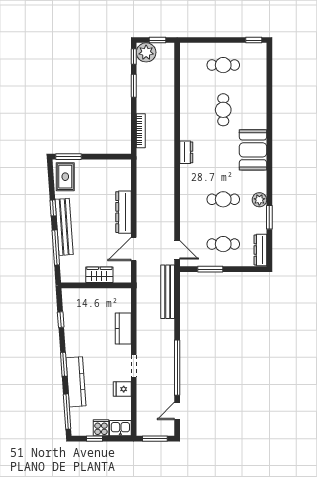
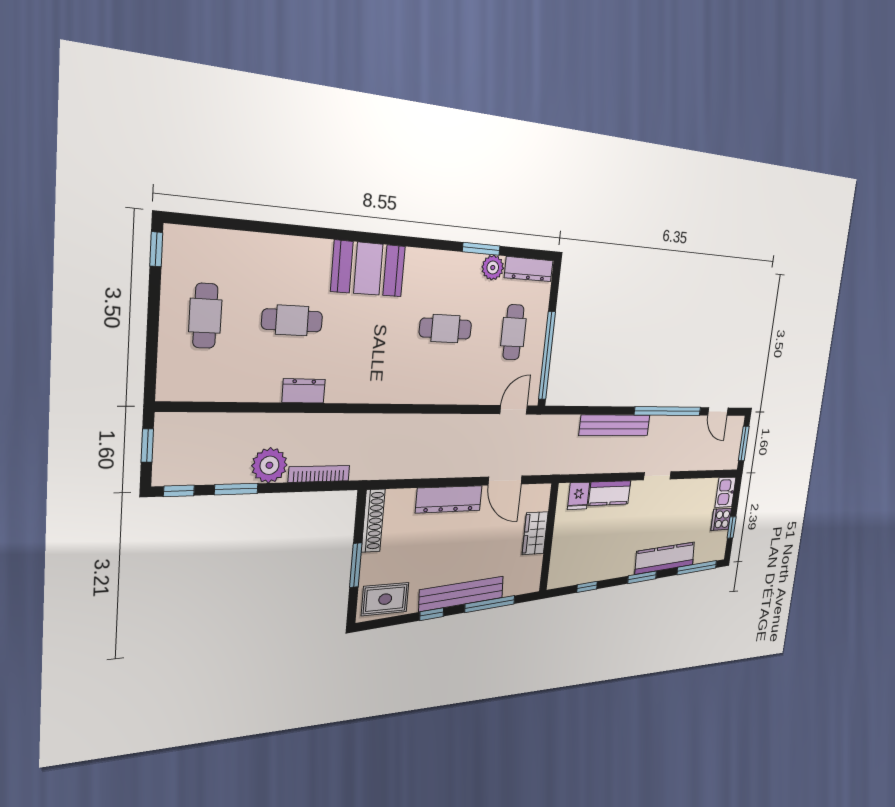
plant: (146, 52) -> (269, 465), moved
dresser: (186, 152) -> (304, 391), moved
window: (68, 157) -> (356, 565), moved
shoe rack: (113, 165) -> (373, 521), added
cafe table: (223, 199) -> (445, 329), turned 90
plant: (259, 200) -> (493, 268), moved
window: (210, 269) -> (547, 356), width x2.11
bench: (168, 292) -> (615, 425), moved
fridge: (122, 389) -> (579, 496), moved

